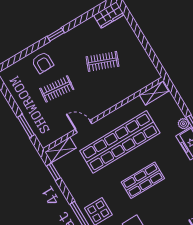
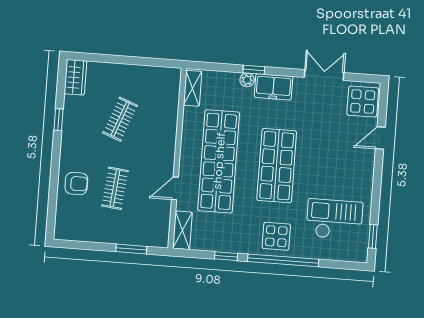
window: (56, 34) -> (59, 120), moved
window: (54, 172) -> (226, 256), moved
shop shelf: (143, 180) -> (277, 166), width x1.43, depth x1.36

